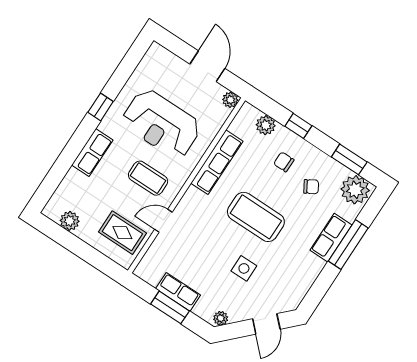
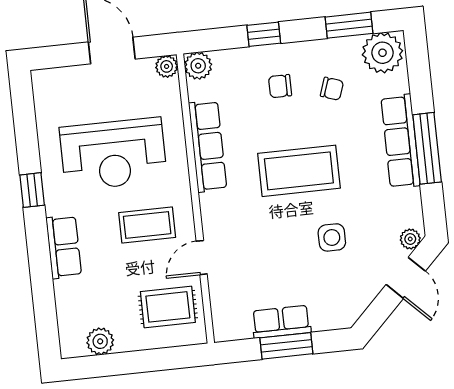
plant: (266, 125) -> (198, 66), moved
chair: (311, 187) -> (332, 89), turned 50
row of seats: (331, 238) -> (401, 141), width x1.48
window: (348, 245) -> (427, 148), moved
plant: (221, 318) -> (410, 239), moved

